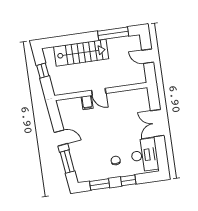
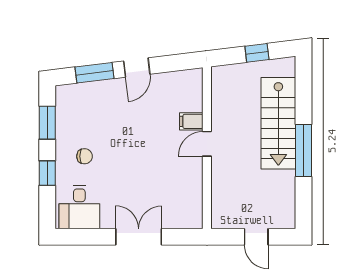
window: (113, 34) -> (304, 150), moved
door: (148, 56) -> (256, 237), swing flipped
desk: (144, 155) -> (79, 207), width x0.73

